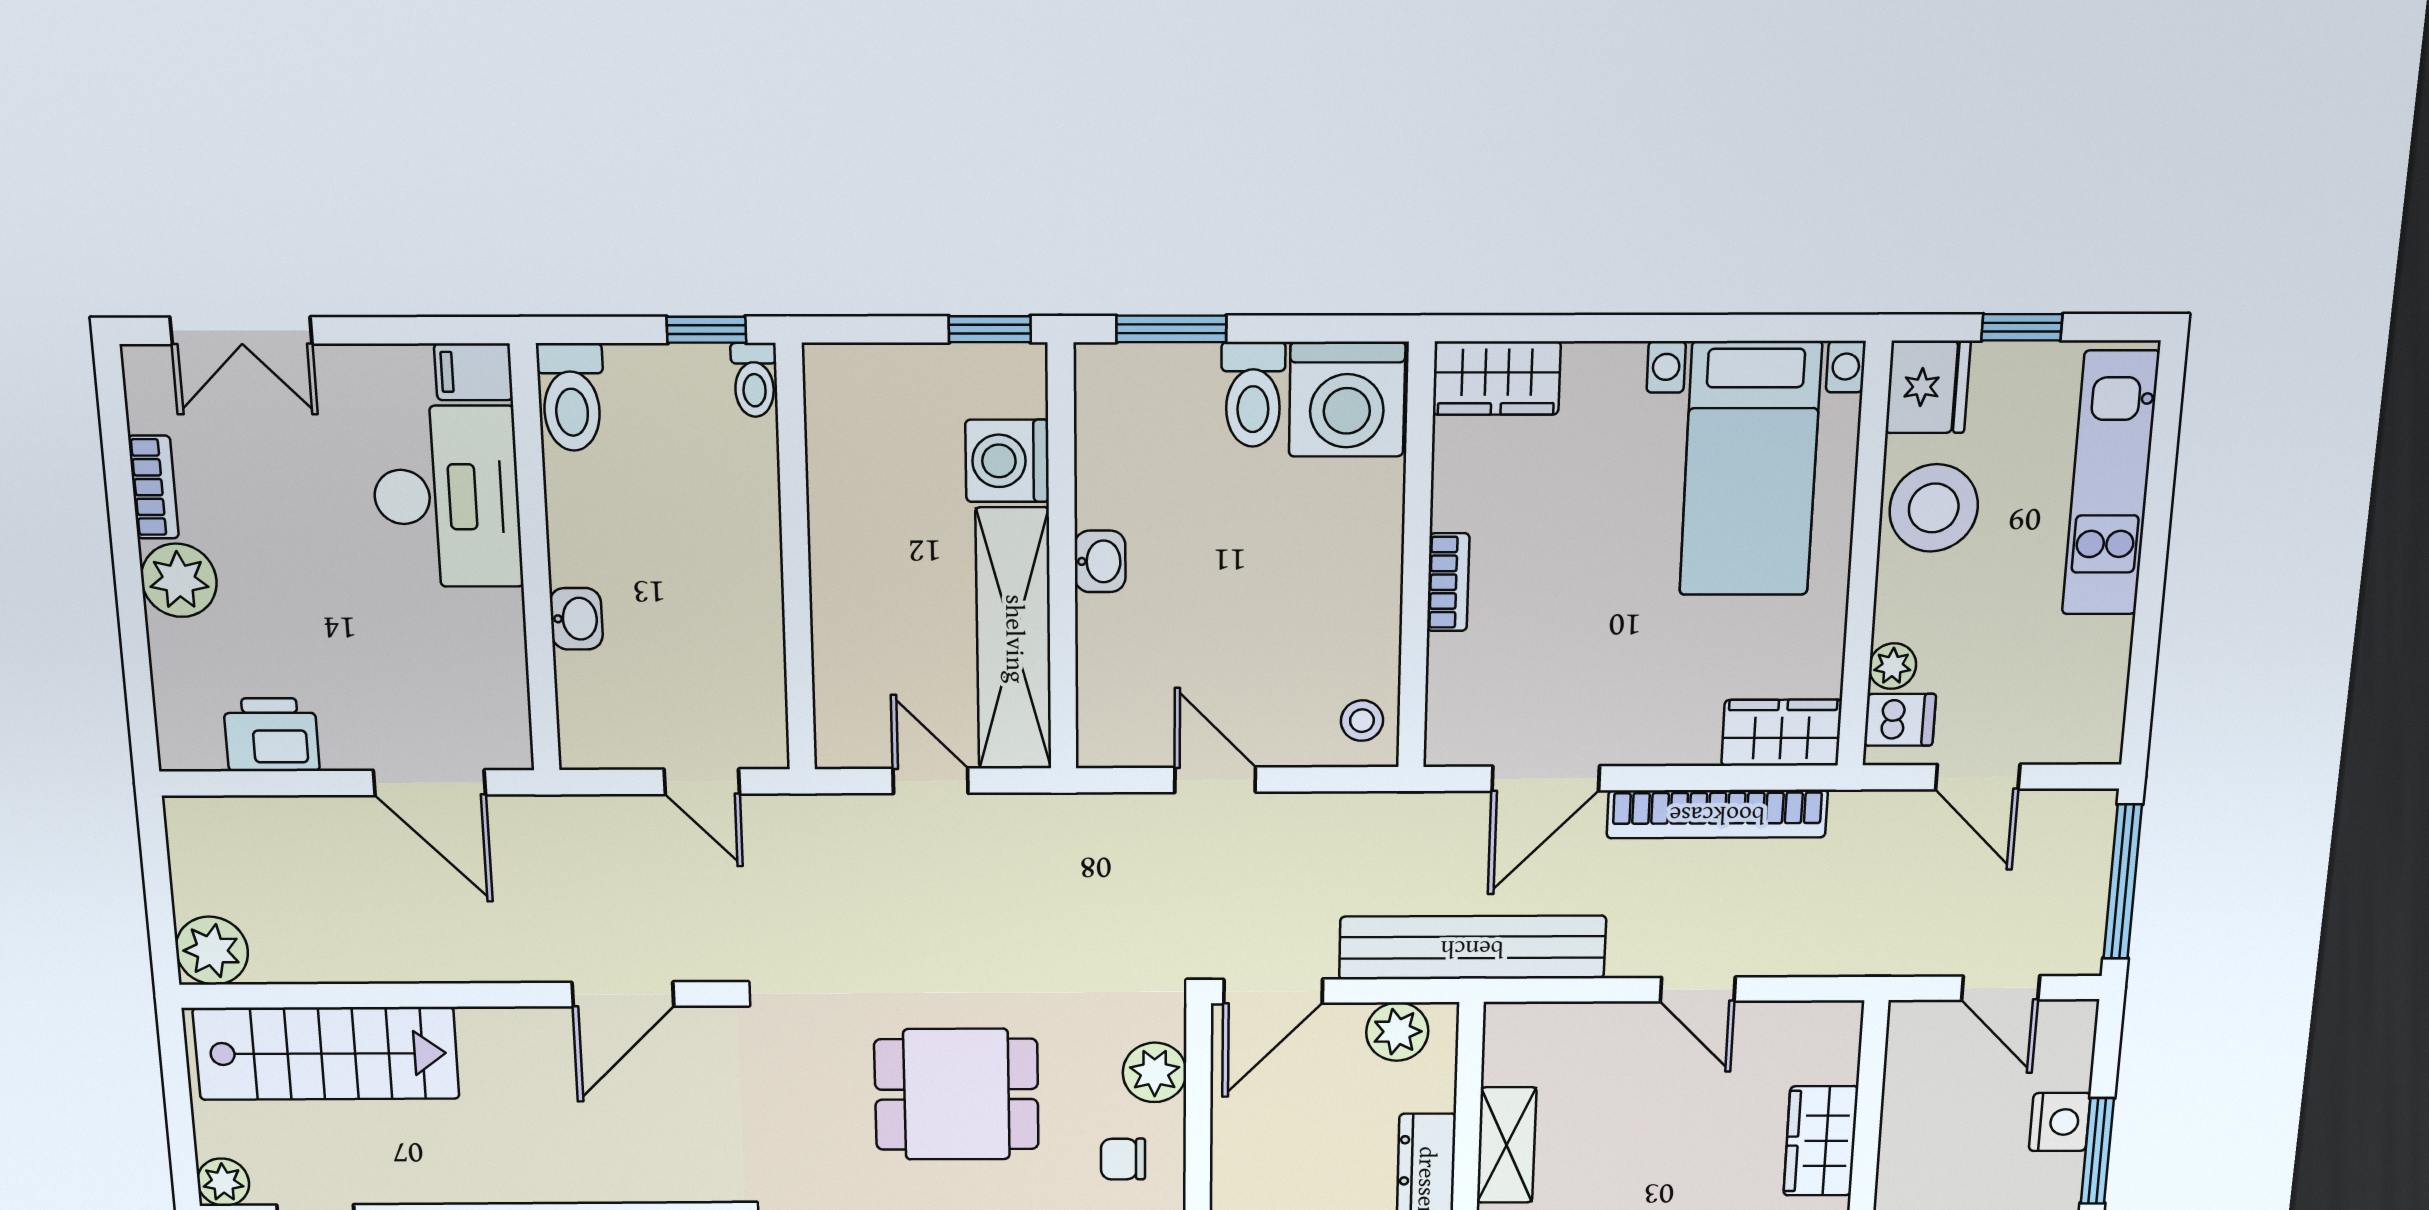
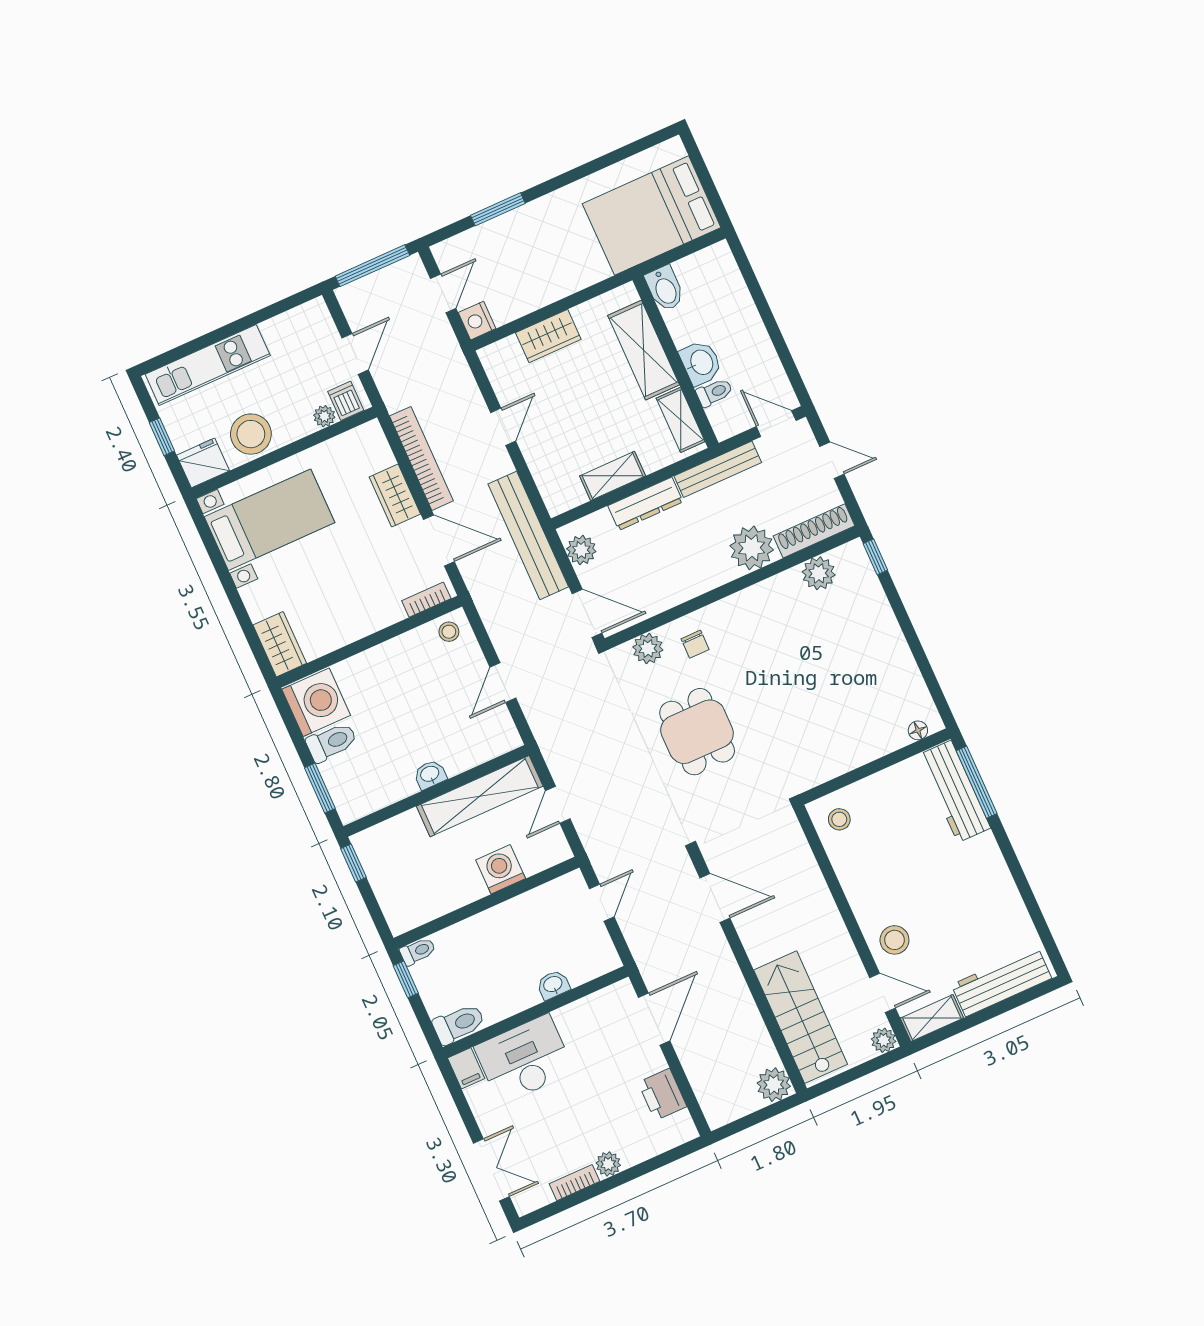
washing machine: (1007, 461) -> (501, 869), moved, turned 180
plant: (179, 580) -> (608, 1164), width x0.73, depth x0.73
bookcase: (1448, 582) -> (426, 600), moved
wardrobe: (1782, 733) -> (395, 496), moved
nightstand: (2060, 1122) -> (477, 321), moved, turned -90

